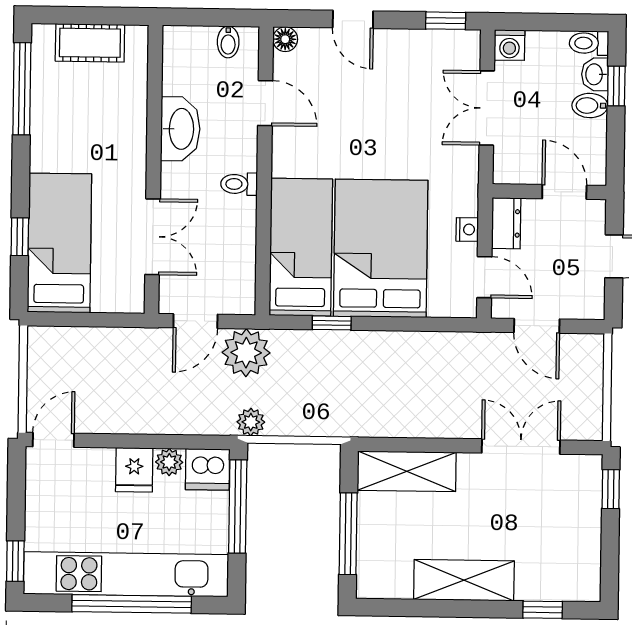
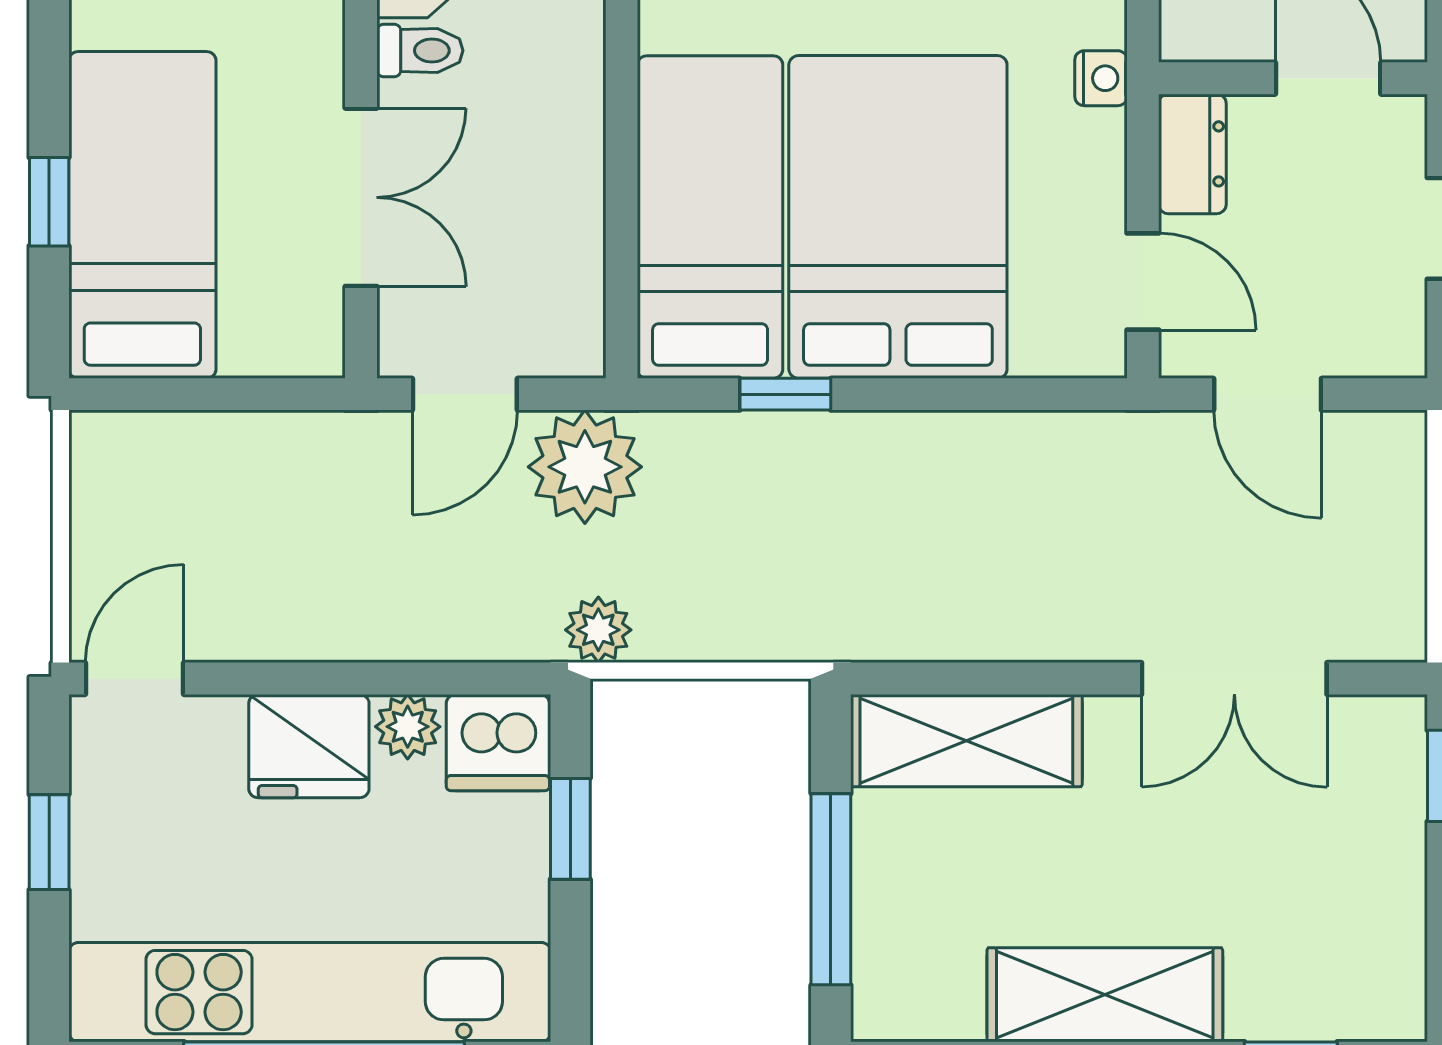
toilet: (239, 184) -> (420, 51), moved, turned 180
nightstand: (467, 229) -> (1101, 78), moved
double door: (521, 447) -> (1234, 679), swing flipped
fridge: (134, 470) -> (309, 746), width x1.38
window: (238, 506) -> (570, 829), width x0.46
window: (15, 561) -> (49, 842), moved

